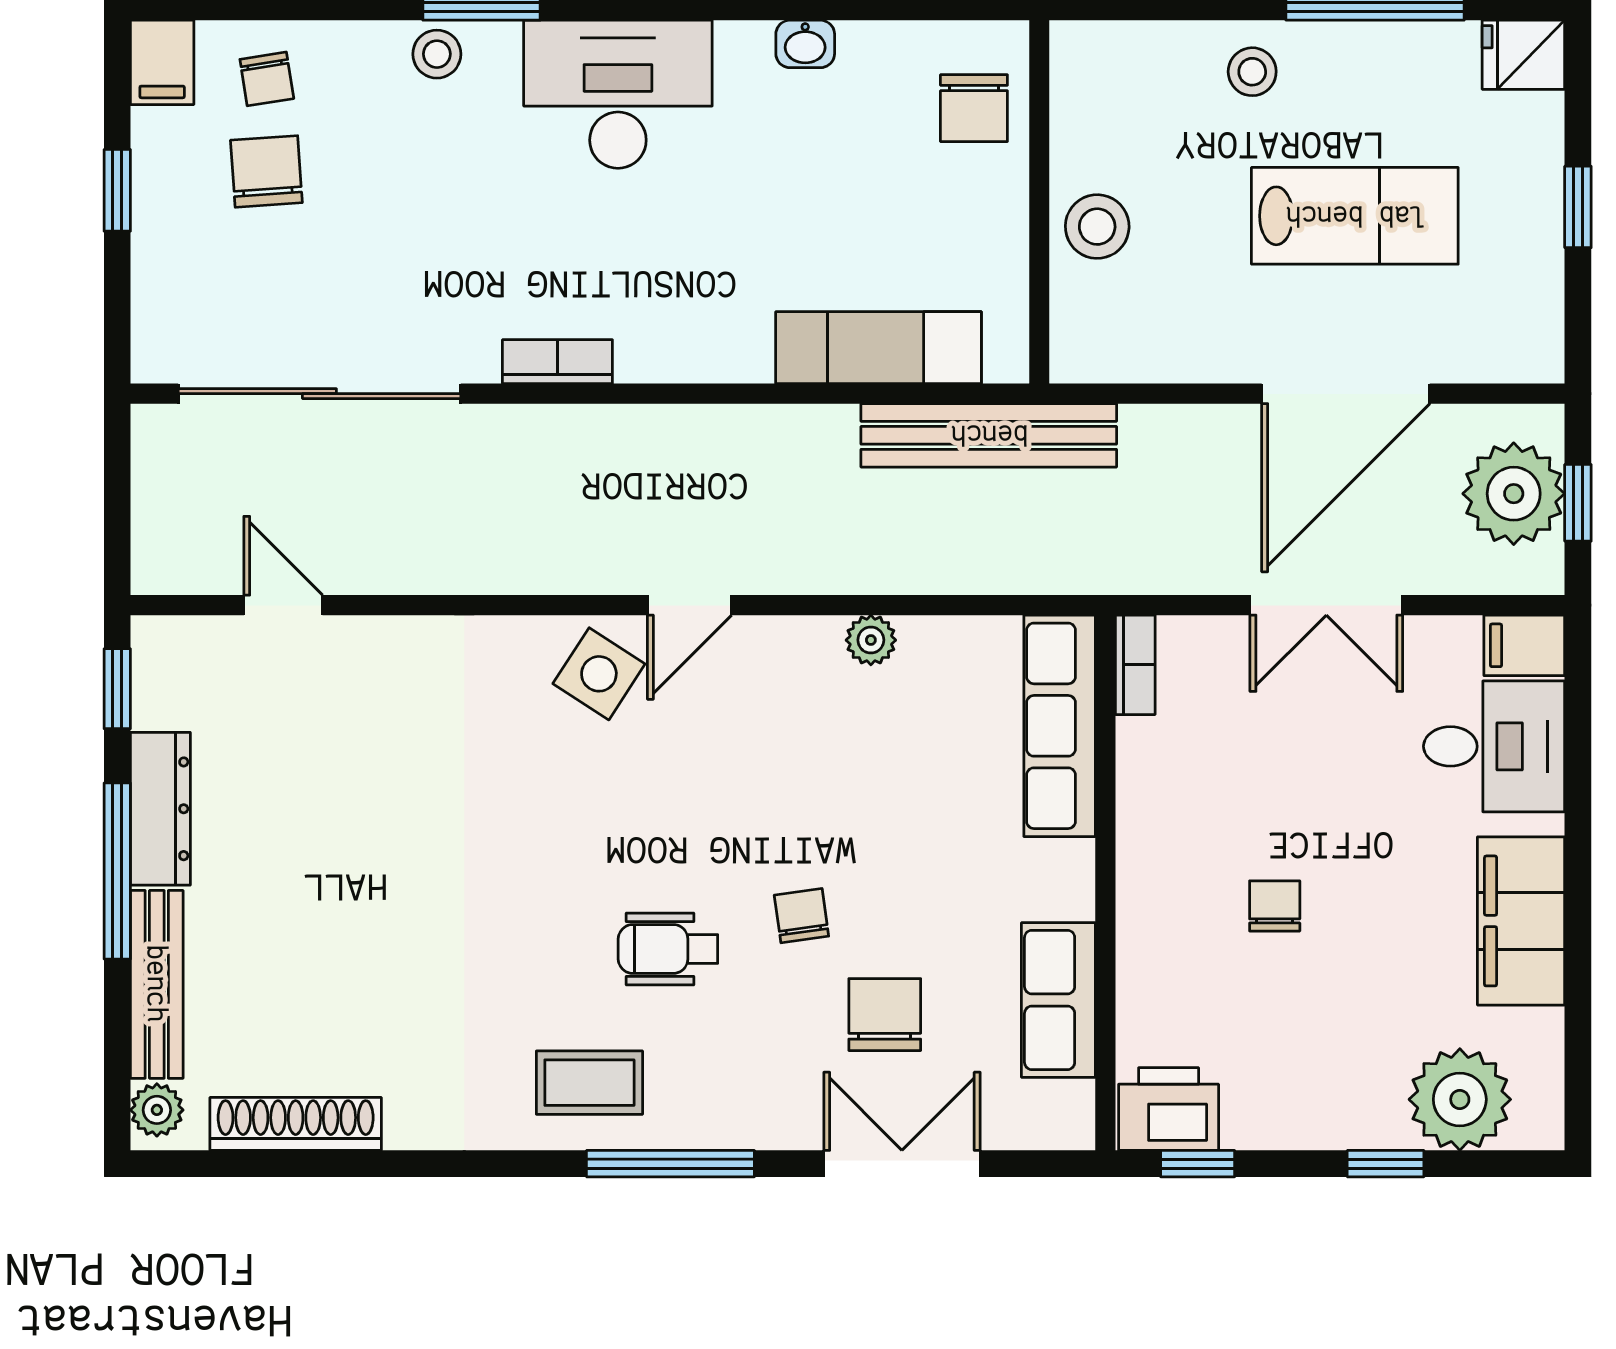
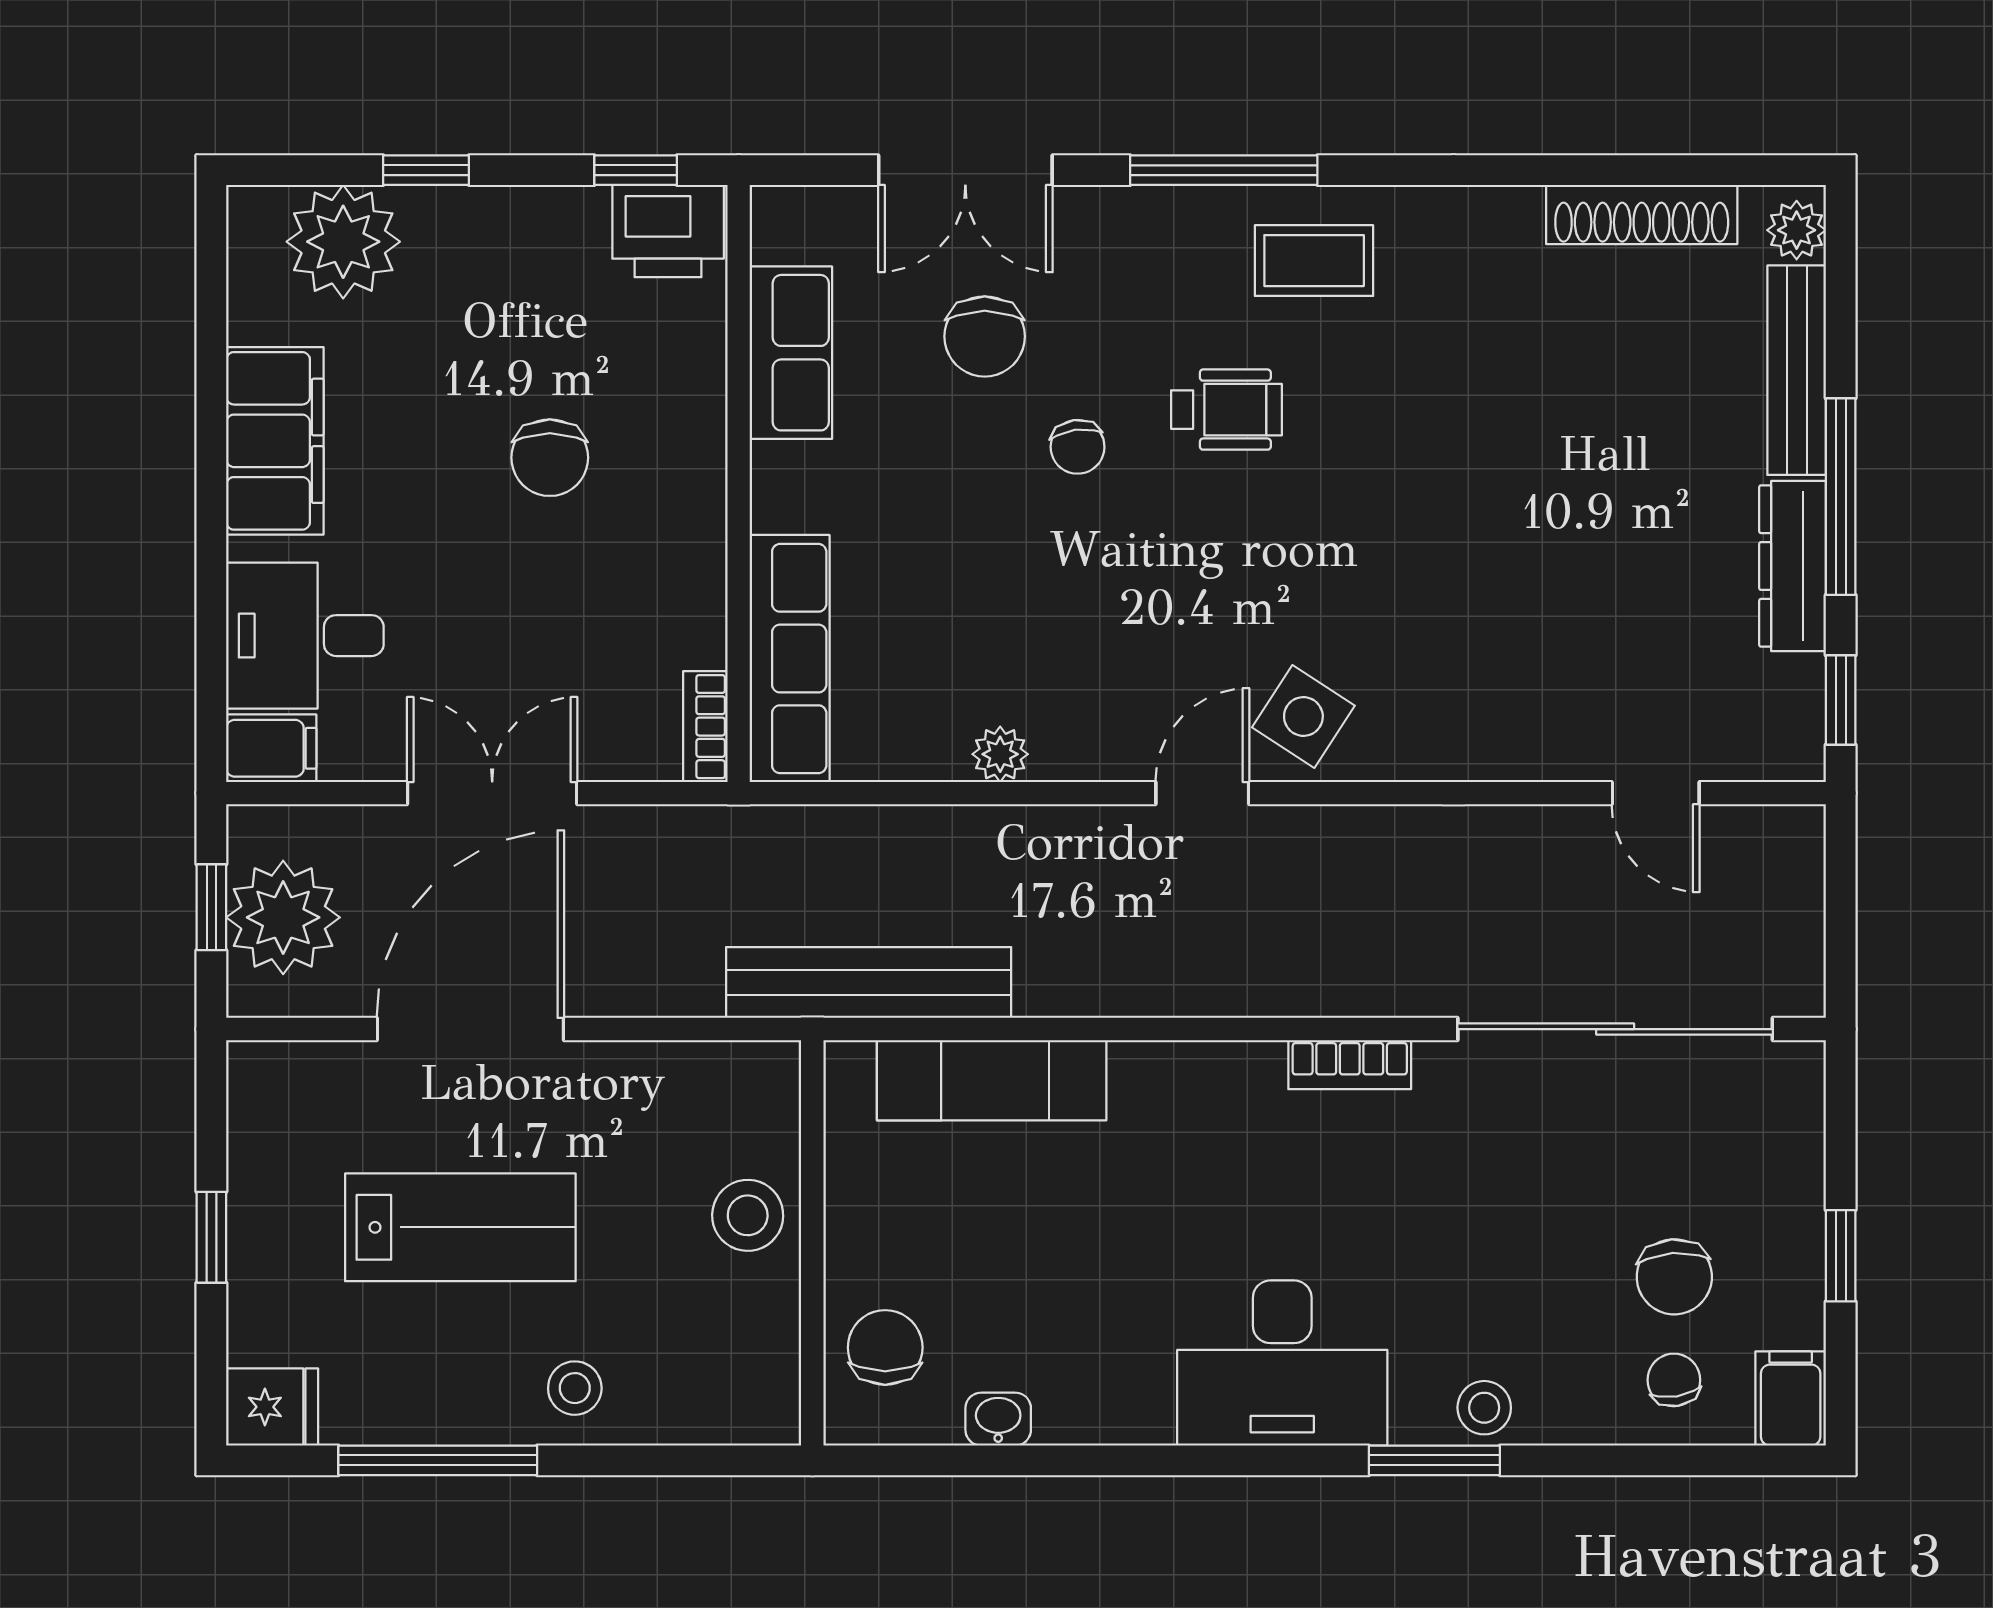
washbasin: (805, 44) -> (998, 1419), moved
lab bench: (1355, 216) -> (460, 1227), turned 180
chair: (1275, 906) -> (550, 458), width x1.37, depth x1.37

